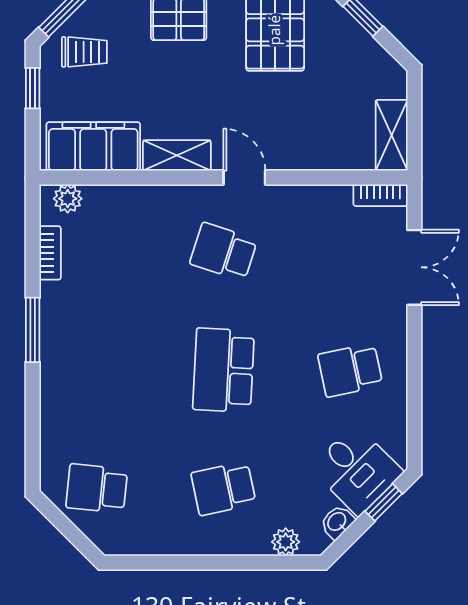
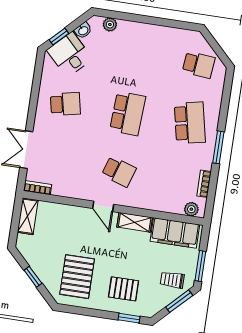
window: (33, 88) -> (200, 266), width x1.50
school desk: (224, 488) -> (190, 123), moved, width x1.85

